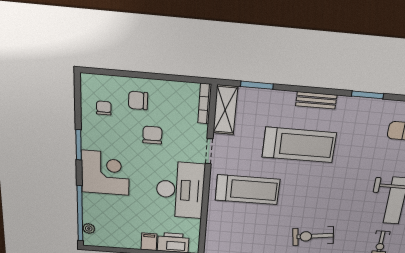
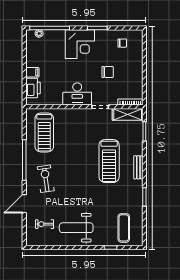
chair: (138, 100) -> (129, 63), removed
desk: (180, 190) -> (77, 94), width x0.73, depth x0.77
treadmill: (248, 190) -> (44, 132), moved

